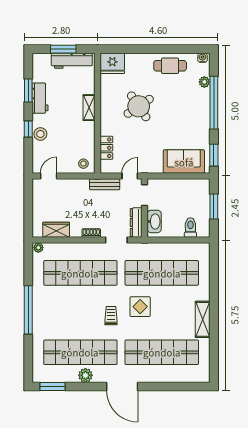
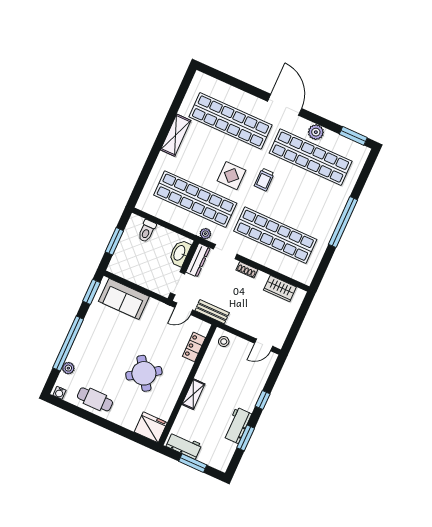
workbench: (72, 61) -> (184, 445), width x0.73
stool: (40, 134) -> (253, 390), removed
plant: (38, 248) -> (205, 234), moved

